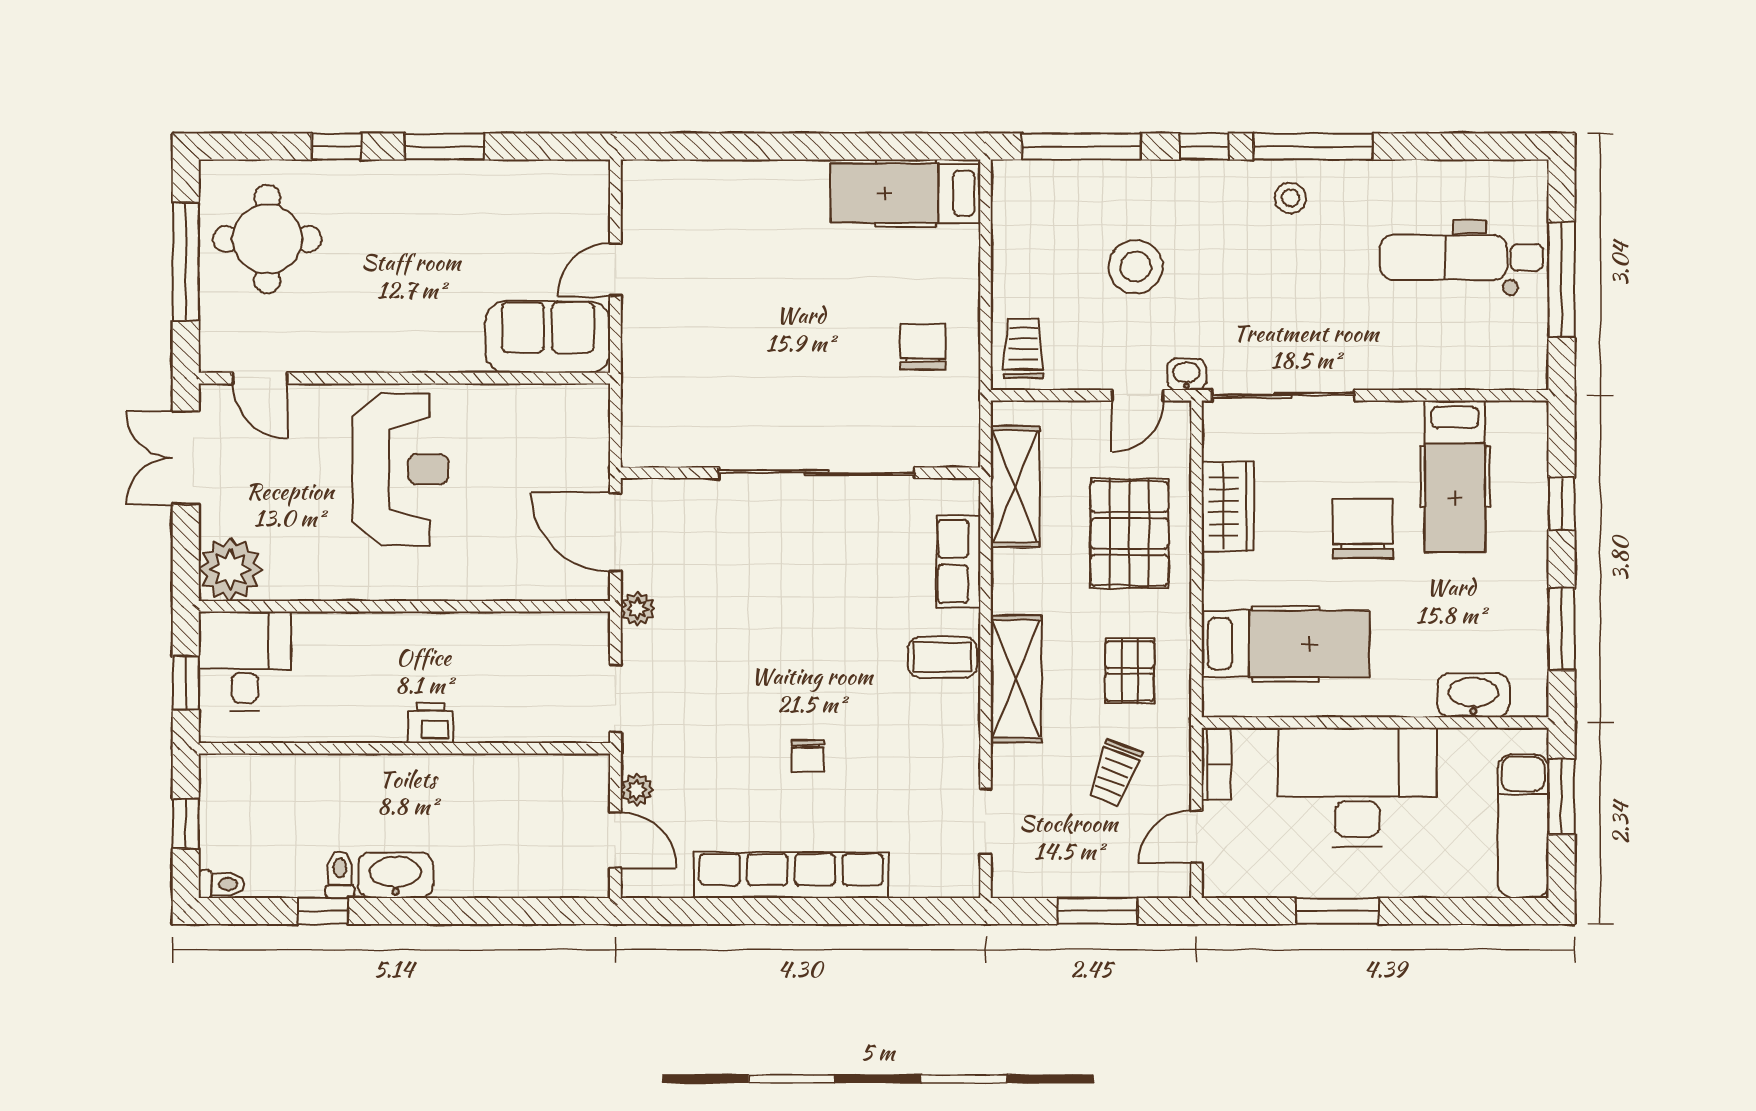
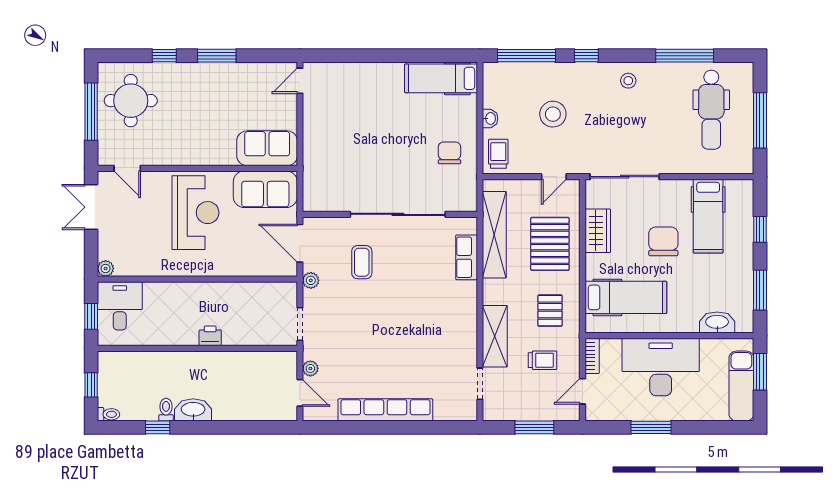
window: (1313, 147) -> (685, 56), moved
dental chair: (1461, 257) -> (711, 110), turned -90
door: (615, 270) -> (300, 81), moved
washbasin: (1186, 374) -> (490, 118), moved, turned 90
sofa: (544, 421) -> (265, 189), added
shelving: (1015, 486) -> (494, 235), width x1.47
plant: (230, 569) -> (106, 268), width x0.53, depth x0.53
coffee table: (942, 657) -> (362, 262), moved, turned 90
shelving: (1016, 679) -> (495, 336), moved
chair: (808, 756) -> (394, 352), removed
trolley: (1114, 773) -> (543, 360), turned -111

